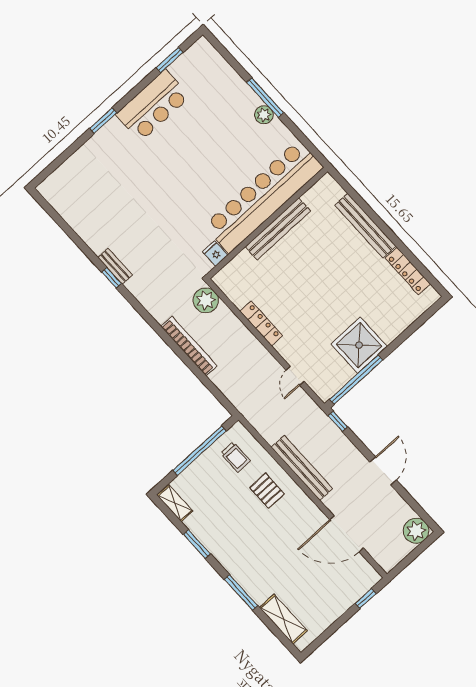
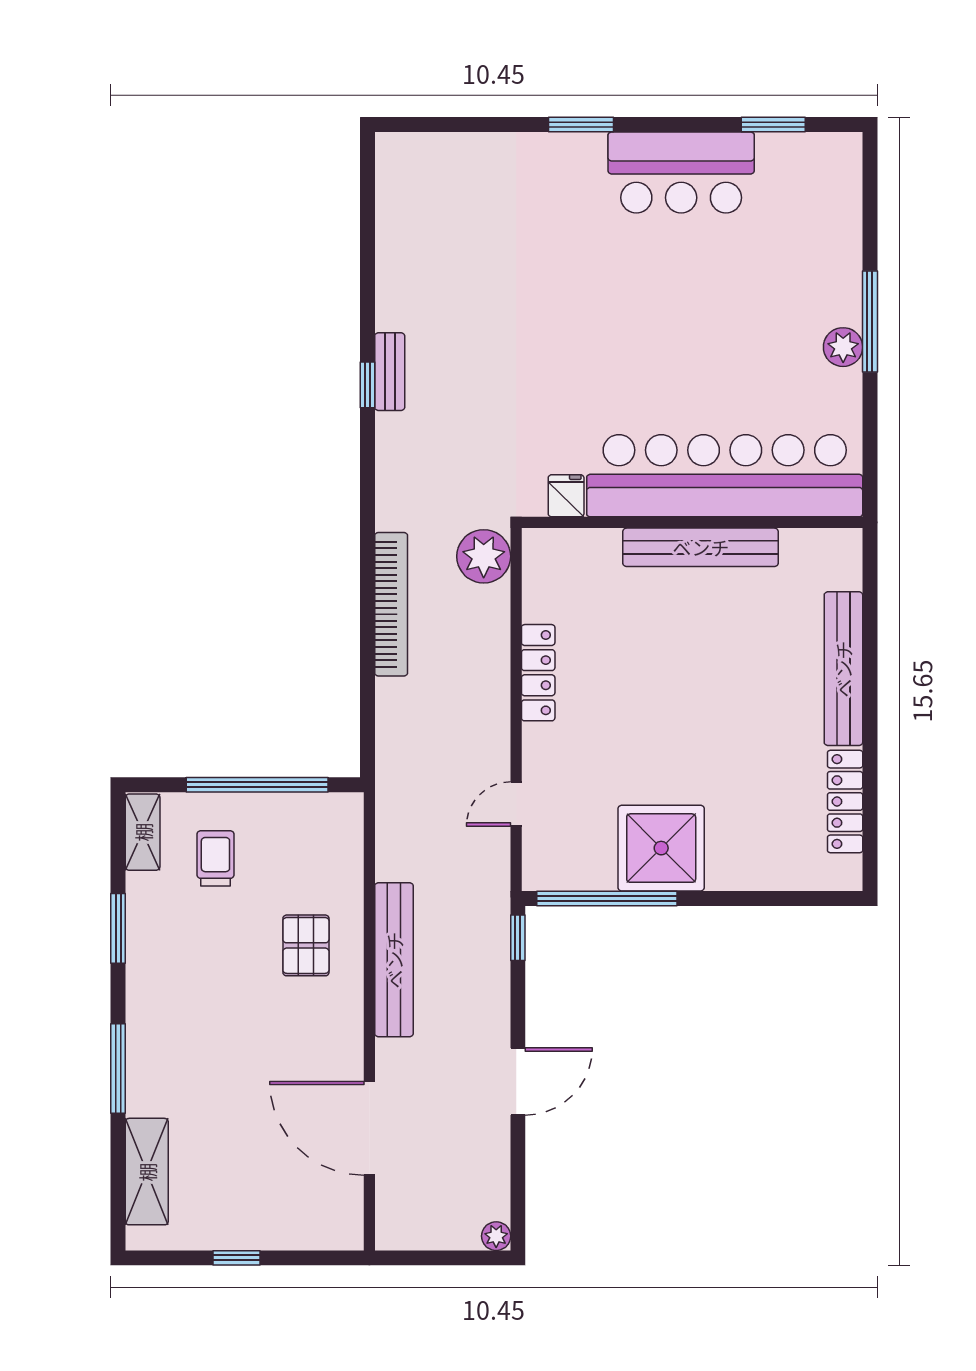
trolley: (235, 457) -> (215, 858), moved, turned 180
plant: (416, 531) -> (496, 1236), width x0.53, depth x0.53
window: (366, 599) -> (237, 1258), moved

